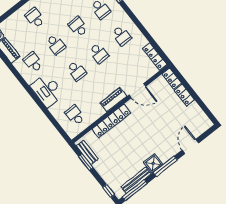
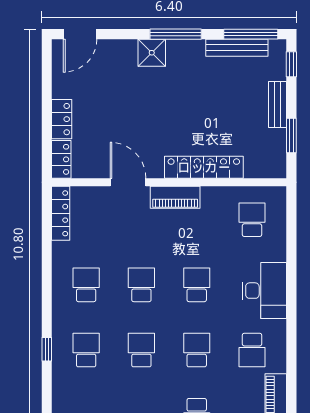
school desk: (78, 27) -> (141, 350), turned 180
school desk: (75, 115) -> (252, 220), turned 180
door: (190, 147) -> (80, 34), moved
bench: (87, 152) -> (278, 104), moved
shower: (153, 163) -> (152, 53), moved

